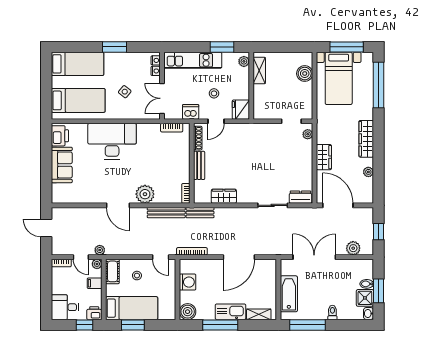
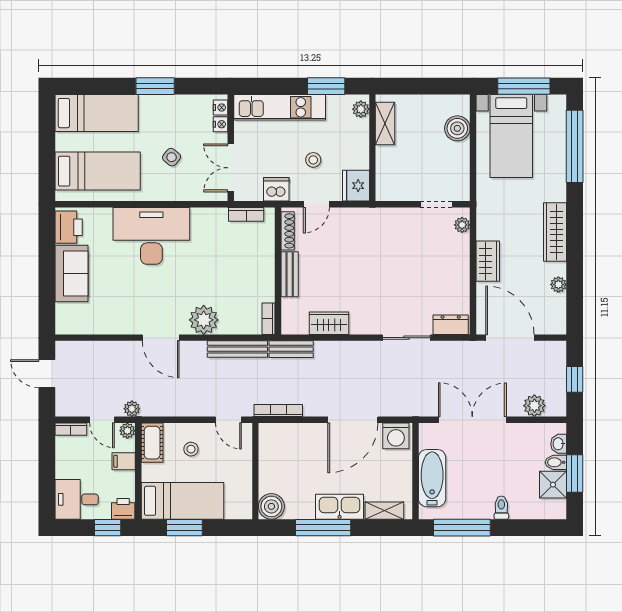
washing machine: (188, 282) -> (396, 436), moved, turned 90
washbasin: (368, 313) -> (559, 444), moved

